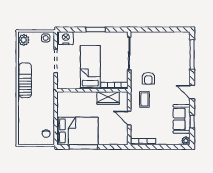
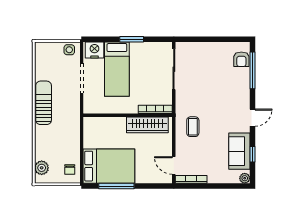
plant: (24, 40) -> (42, 168), moved
bed: (90, 67) -> (117, 69), moved, turned 180
armchair: (148, 78) -> (241, 59), moved
door: (192, 92) -> (253, 118), swing flipped
wardrobe: (108, 98) -> (147, 125), width x1.50
door: (129, 118) -> (174, 165), moved

